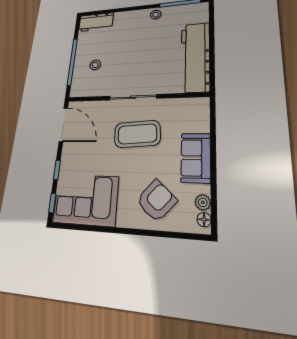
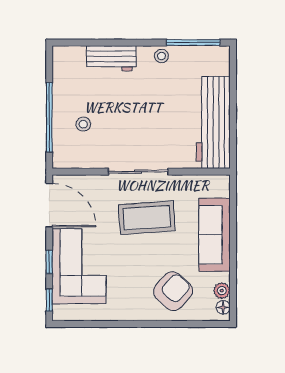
workbench: (96, 22) -> (111, 58), moved
sofa: (196, 158) -> (214, 235), width x1.36
corner sofa: (86, 200) -> (79, 266), moved, turned 90

